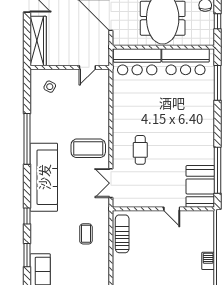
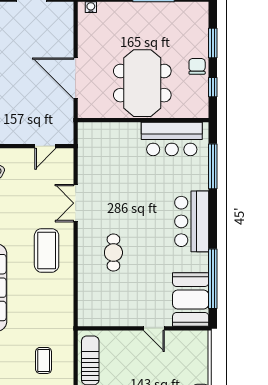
bar counter: (137, 62) -> (192, 221), moved, turned 90
coffee table: (88, 148) -> (47, 250), turned 90
double door: (111, 183) -> (76, 203), moved

